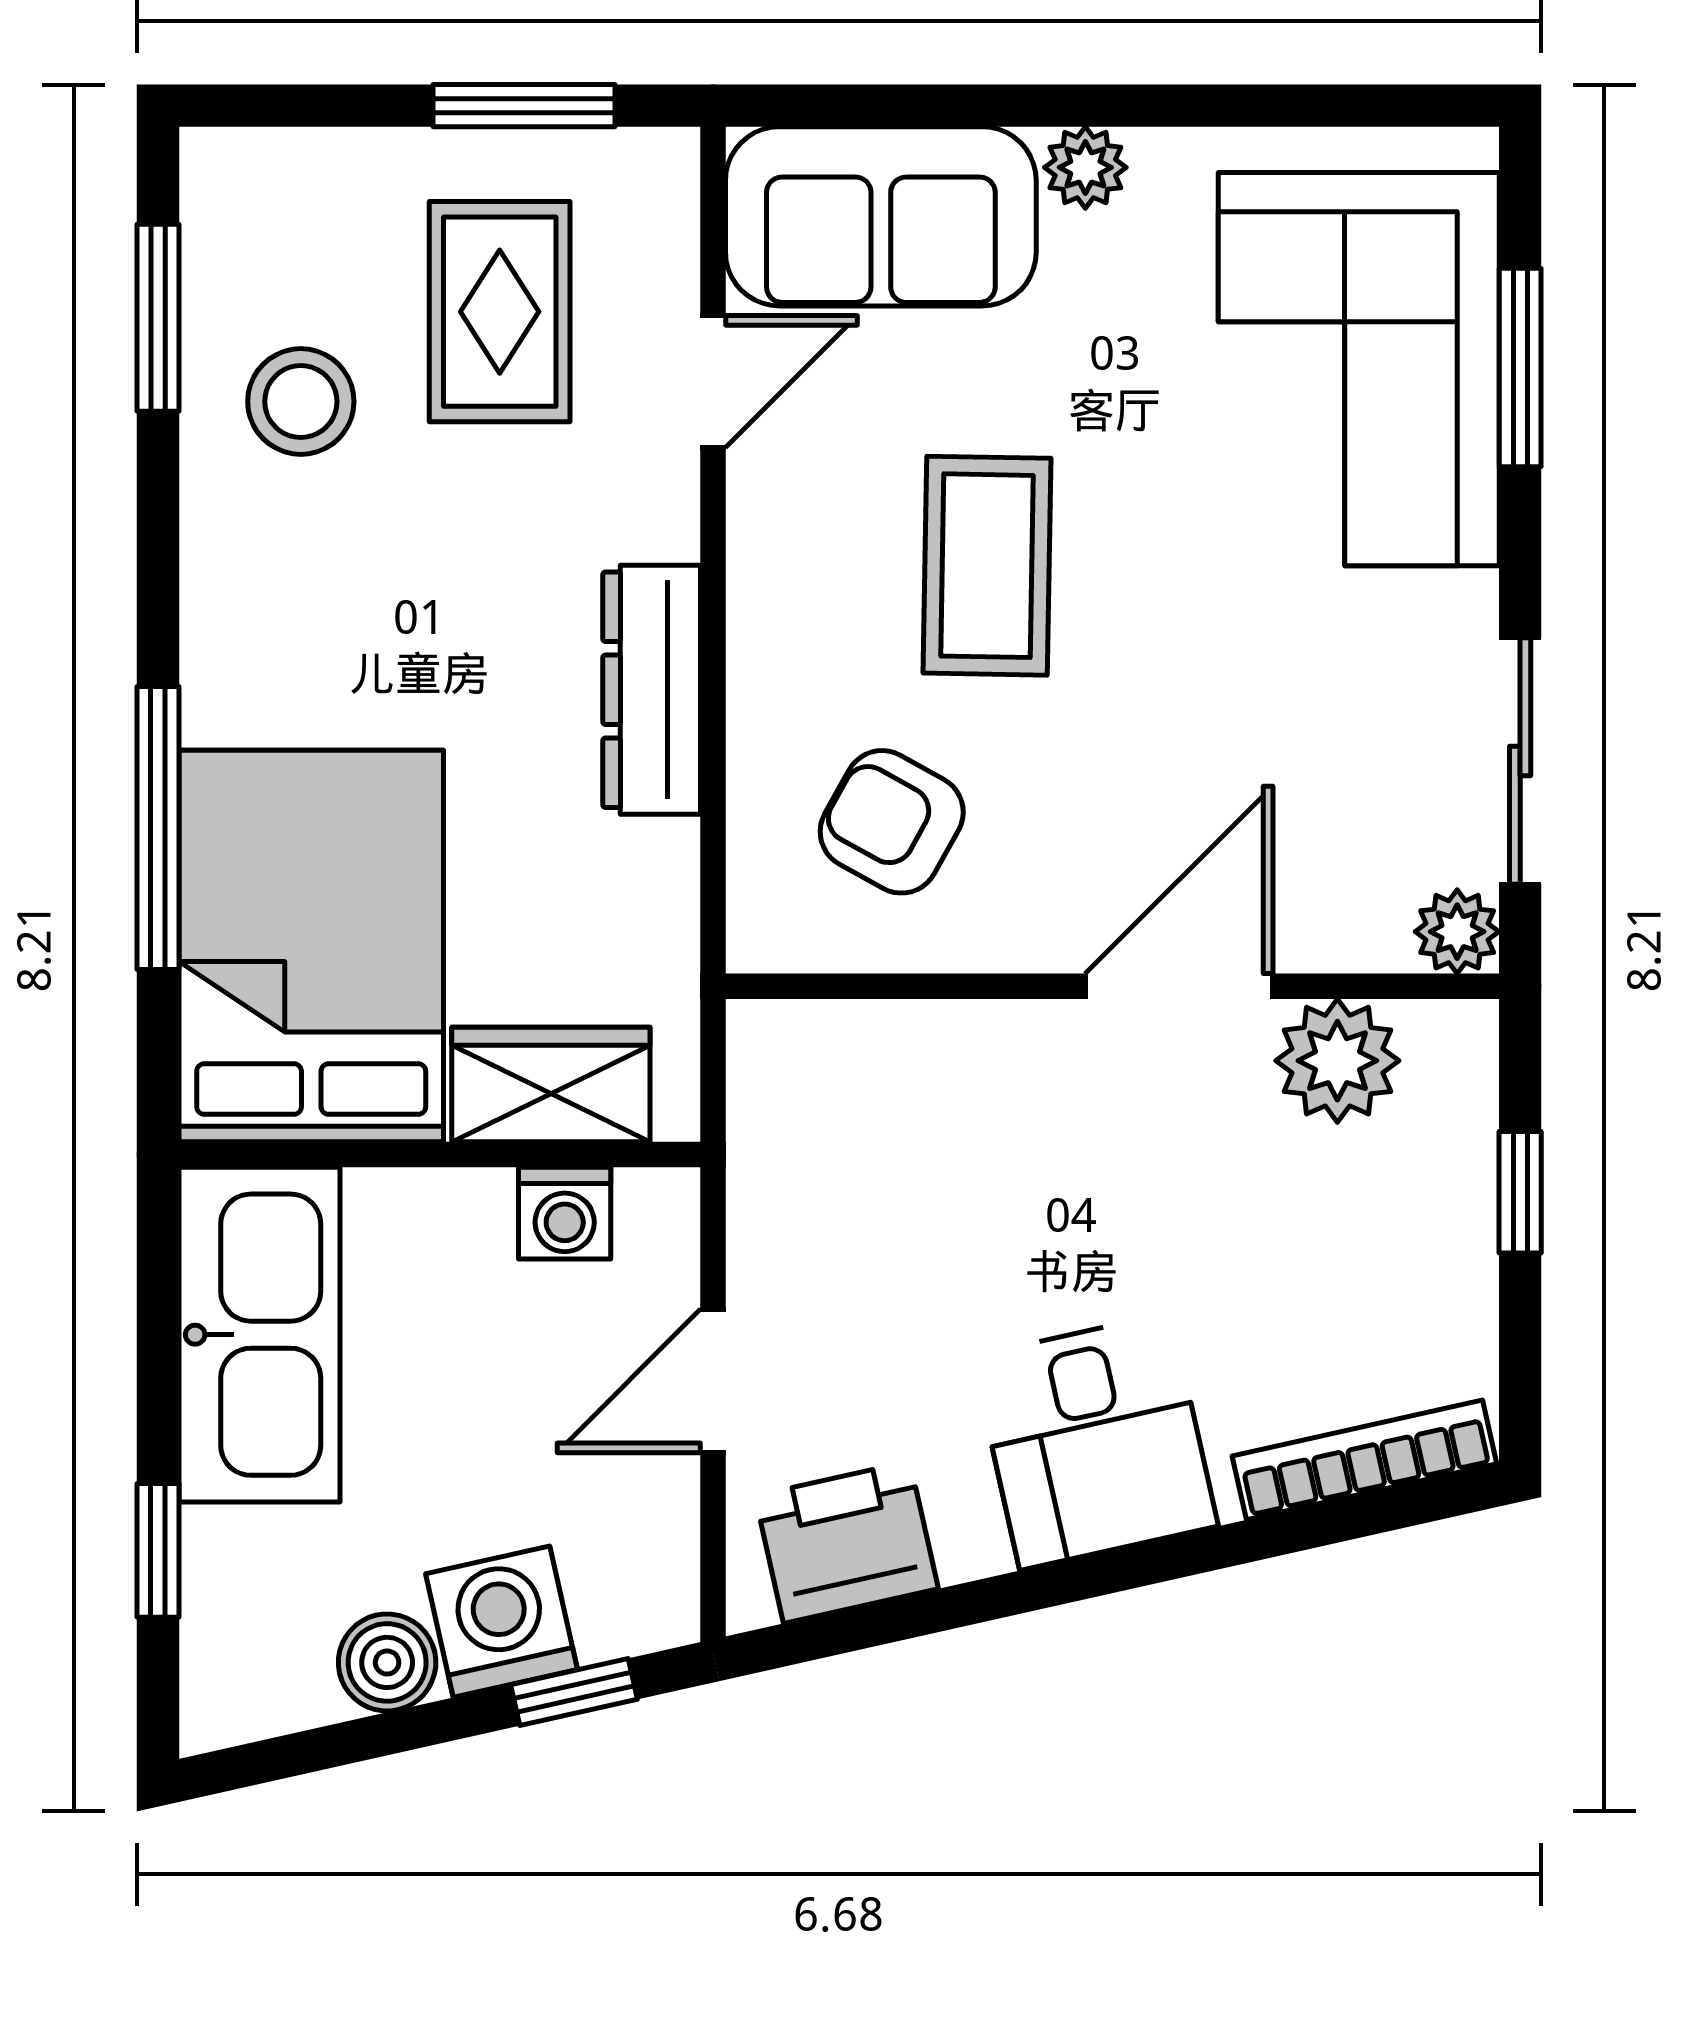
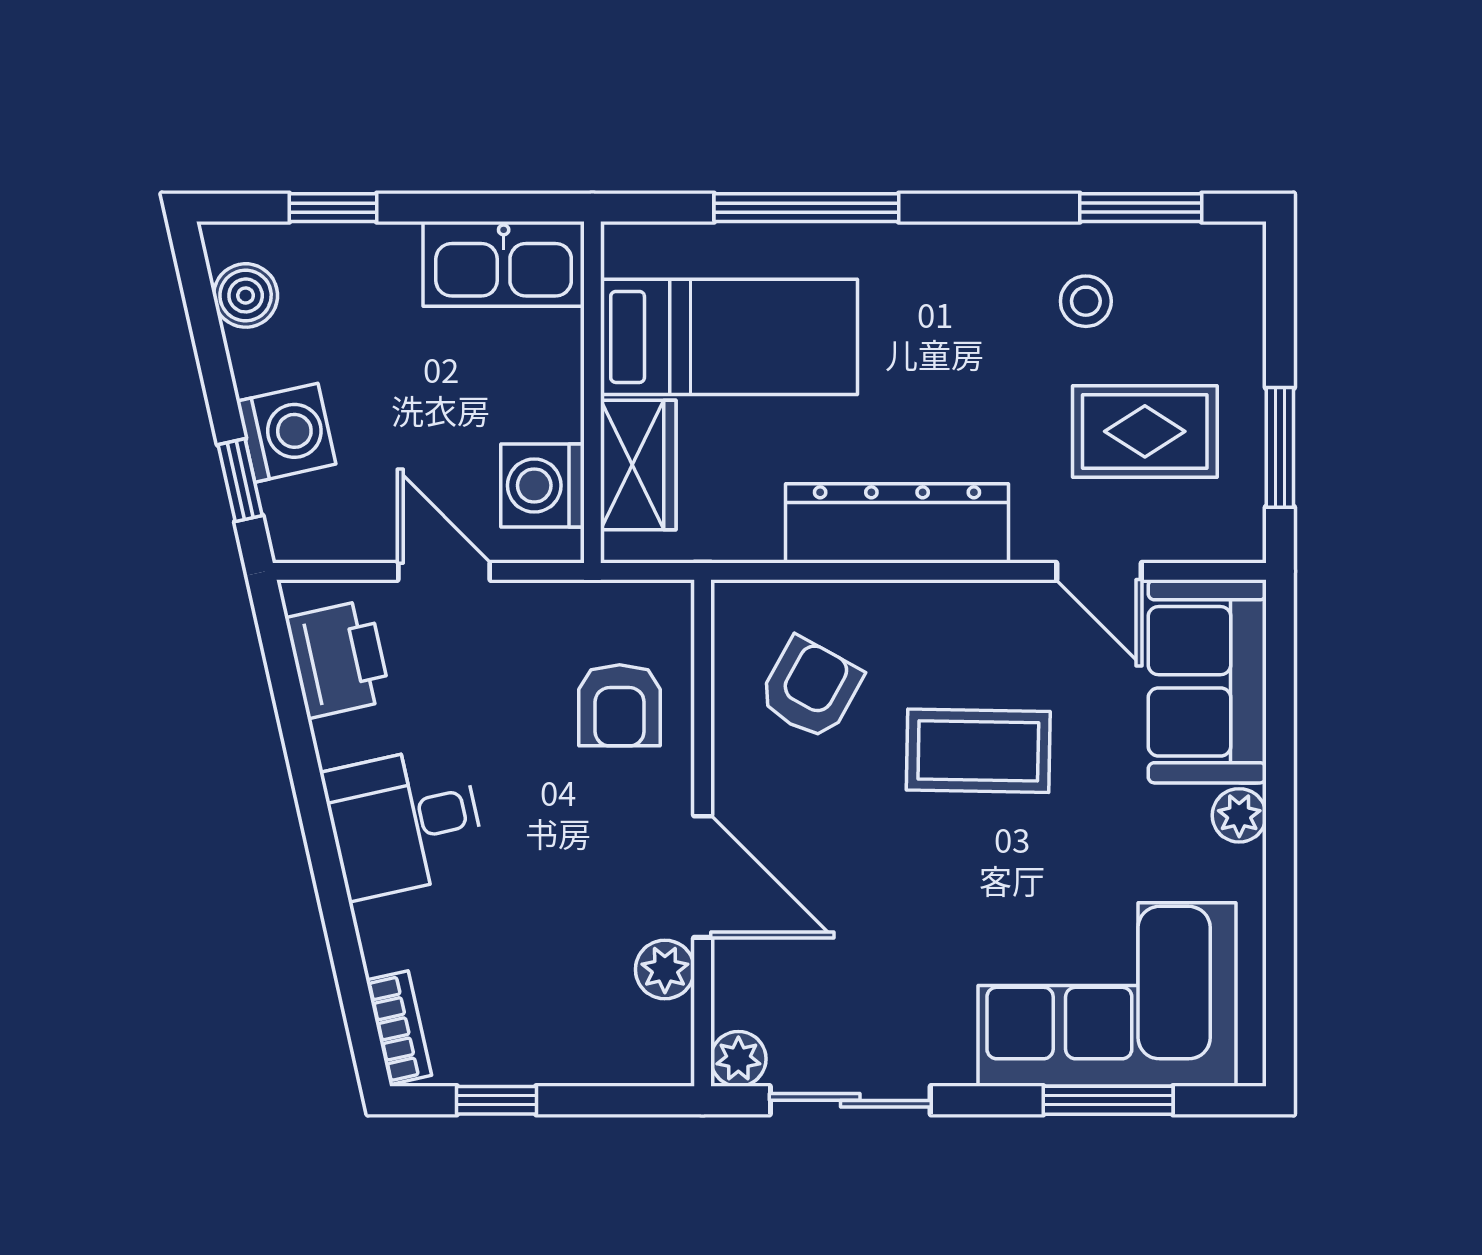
stool: (301, 402) -> (1086, 301), width x0.73, depth x0.73
dresser: (652, 690) -> (897, 523), width x1.37, depth x1.24
bed: (311, 946) -> (729, 337), width x0.67
plant: (1337, 1061) -> (665, 969), width x0.73, depth x0.73
armchair: (918, 1113) -> (620, 705), added
window: (1520, 1192) -> (496, 1100), moved
washing machine: (565, 1213) -> (543, 485), width x1.38, depth x1.38
kitchen sink: (259, 1335) -> (504, 264), width x0.73, depth x0.81
bookcase: (1364, 1460) -> (399, 1028), width x0.64
boiler: (387, 1662) -> (246, 295), moved

